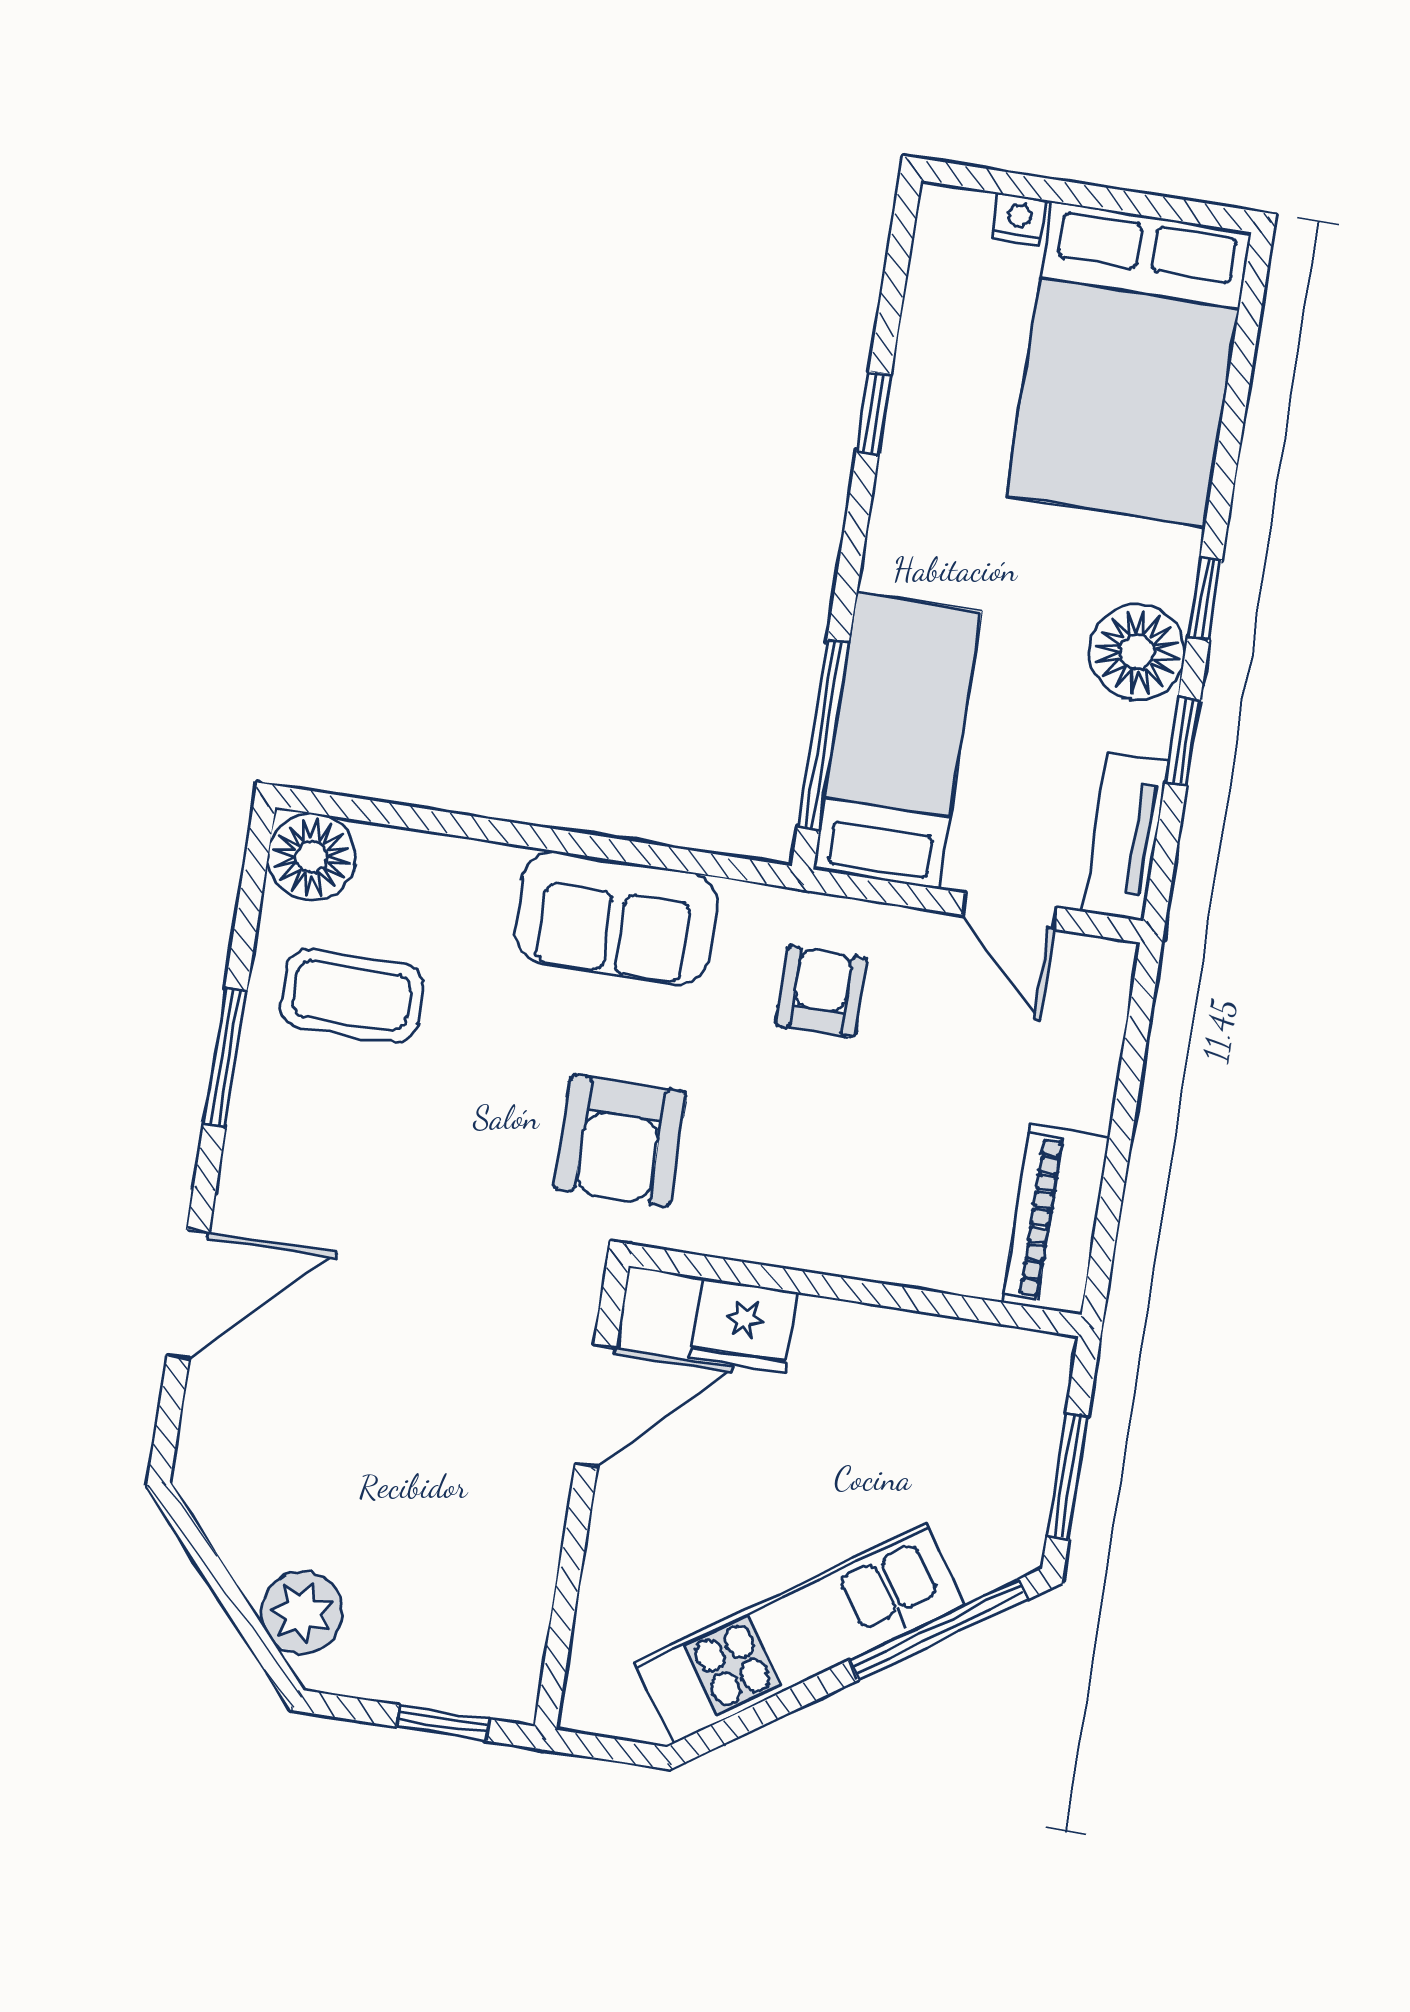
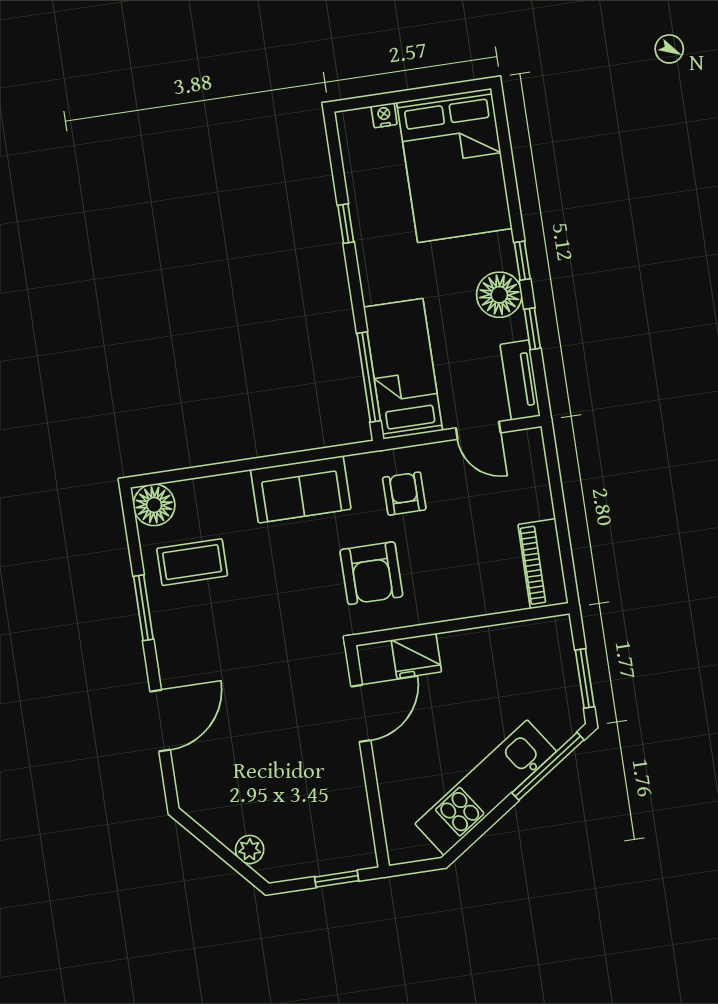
armchair: (620, 1141) -> (371, 573), moved
plant: (302, 1613) -> (250, 850), width x0.73, depth x0.73

